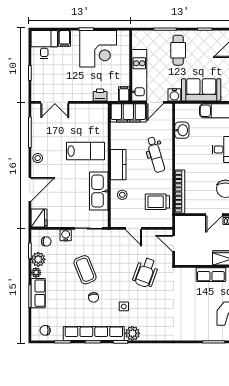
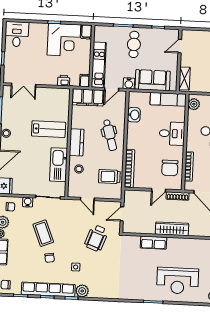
filing cabinet: (64, 38) -> (86, 32), moved
door: (174, 243) -> (122, 214), hinge flipped

